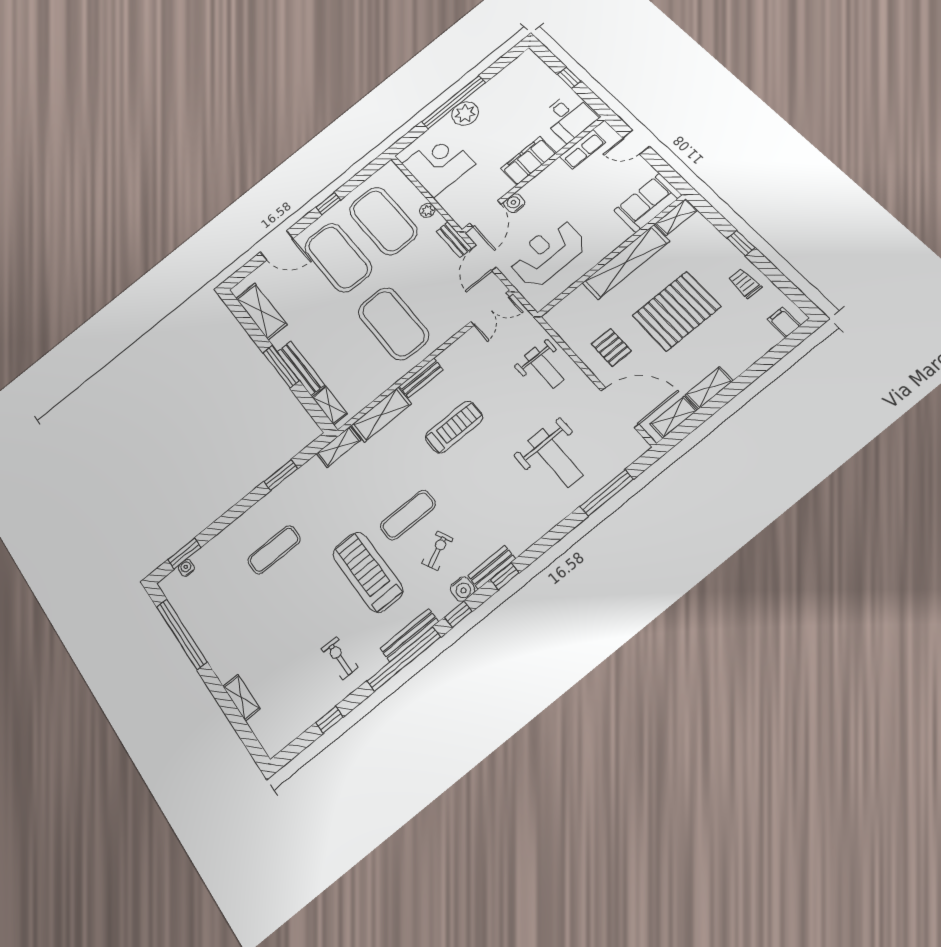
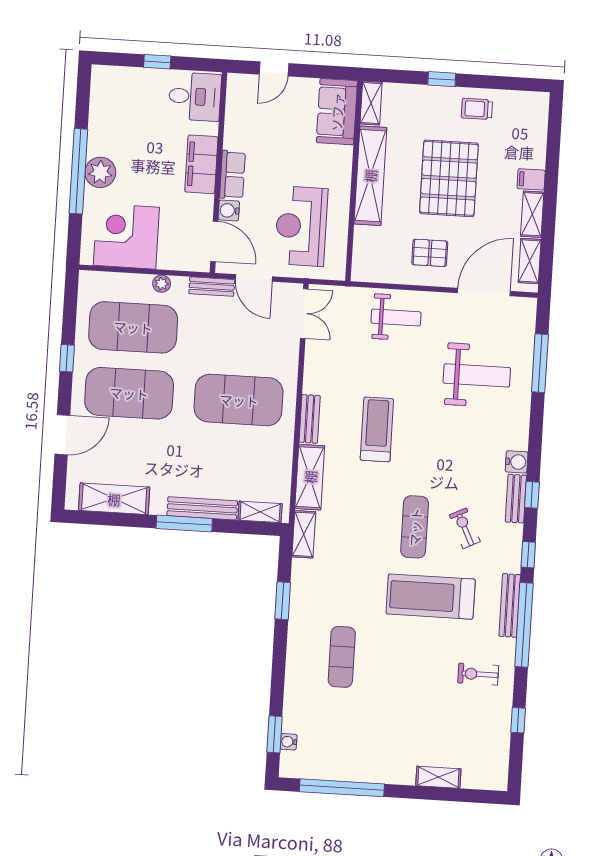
row of seats: (583, 149) -> (232, 175), moved
filing cabinet: (784, 322) -> (531, 179), moved
water cooler: (462, 589) -> (517, 462), moved

